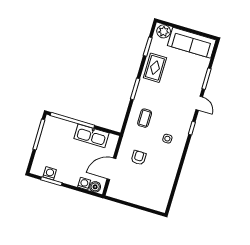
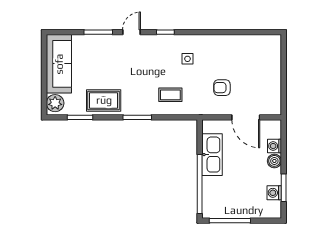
boiler: (95, 187) -> (274, 161), moved

